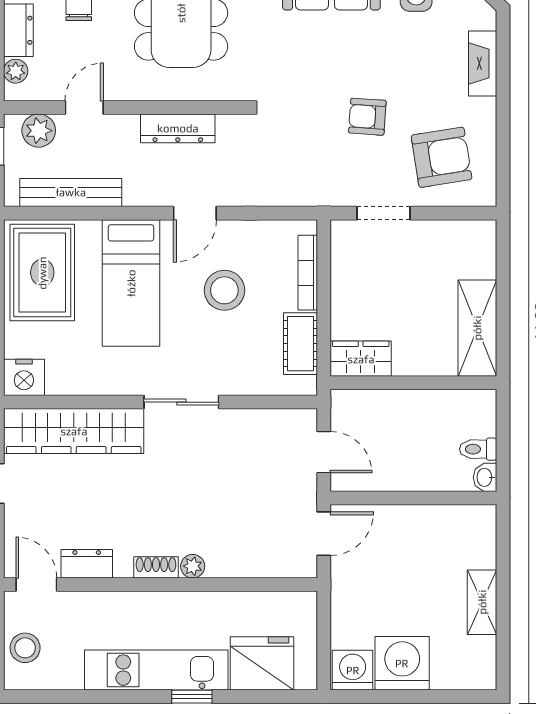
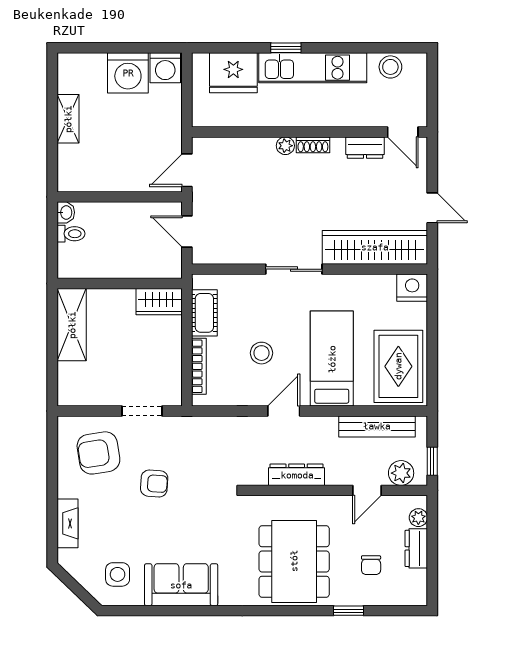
stool: (224, 290) -> (261, 353), width x0.73, depth x0.73
stool: (25, 648) -> (390, 67), moved

